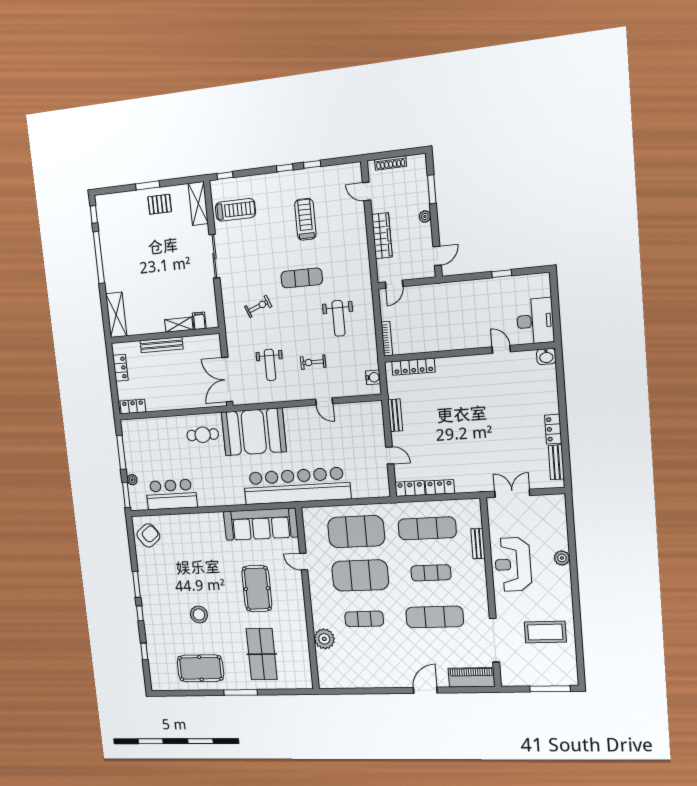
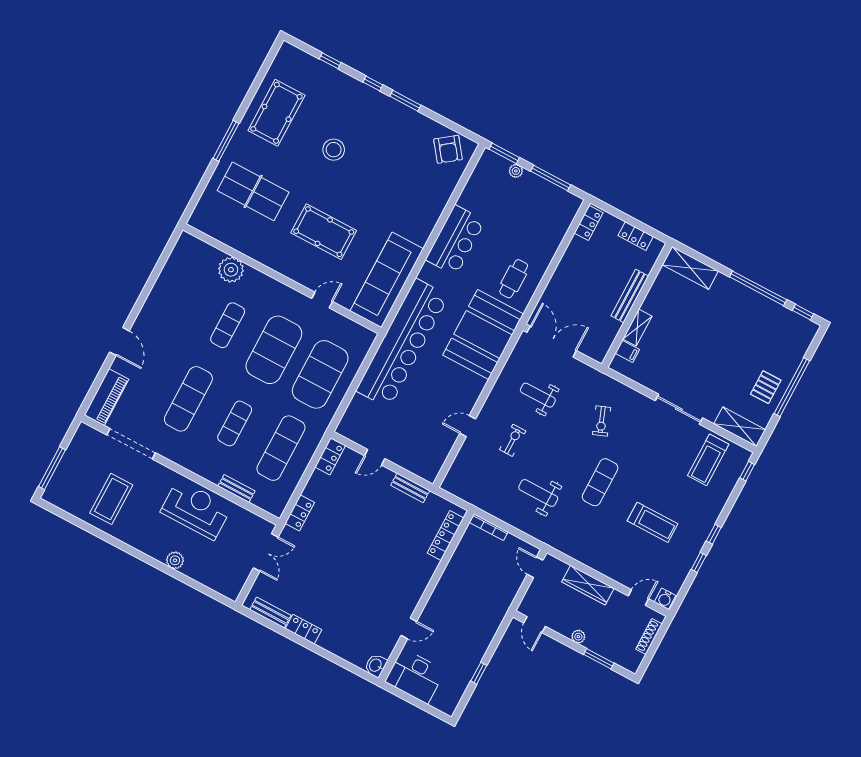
window: (148, 185) -> (792, 387), width x2.11
water cooler: (373, 377) -> (665, 599), moved
locker: (440, 487) -> (300, 513), moved
bar counter: (171, 494) -> (455, 240), moved

